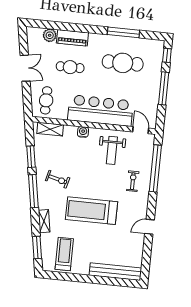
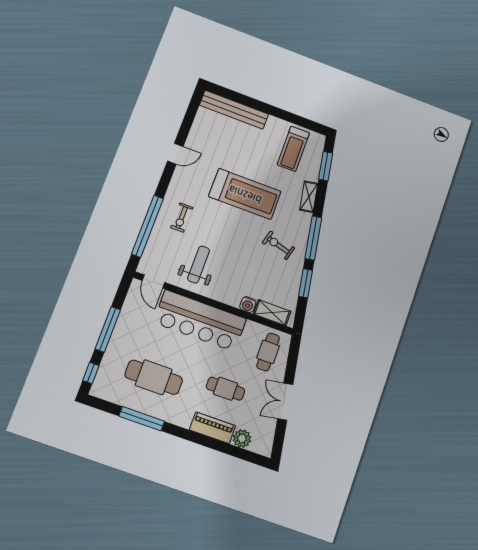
water cooler: (83, 132) -> (248, 305), moved

